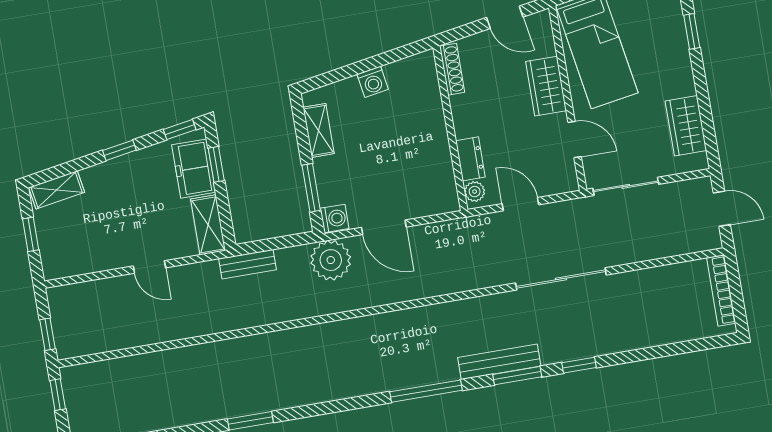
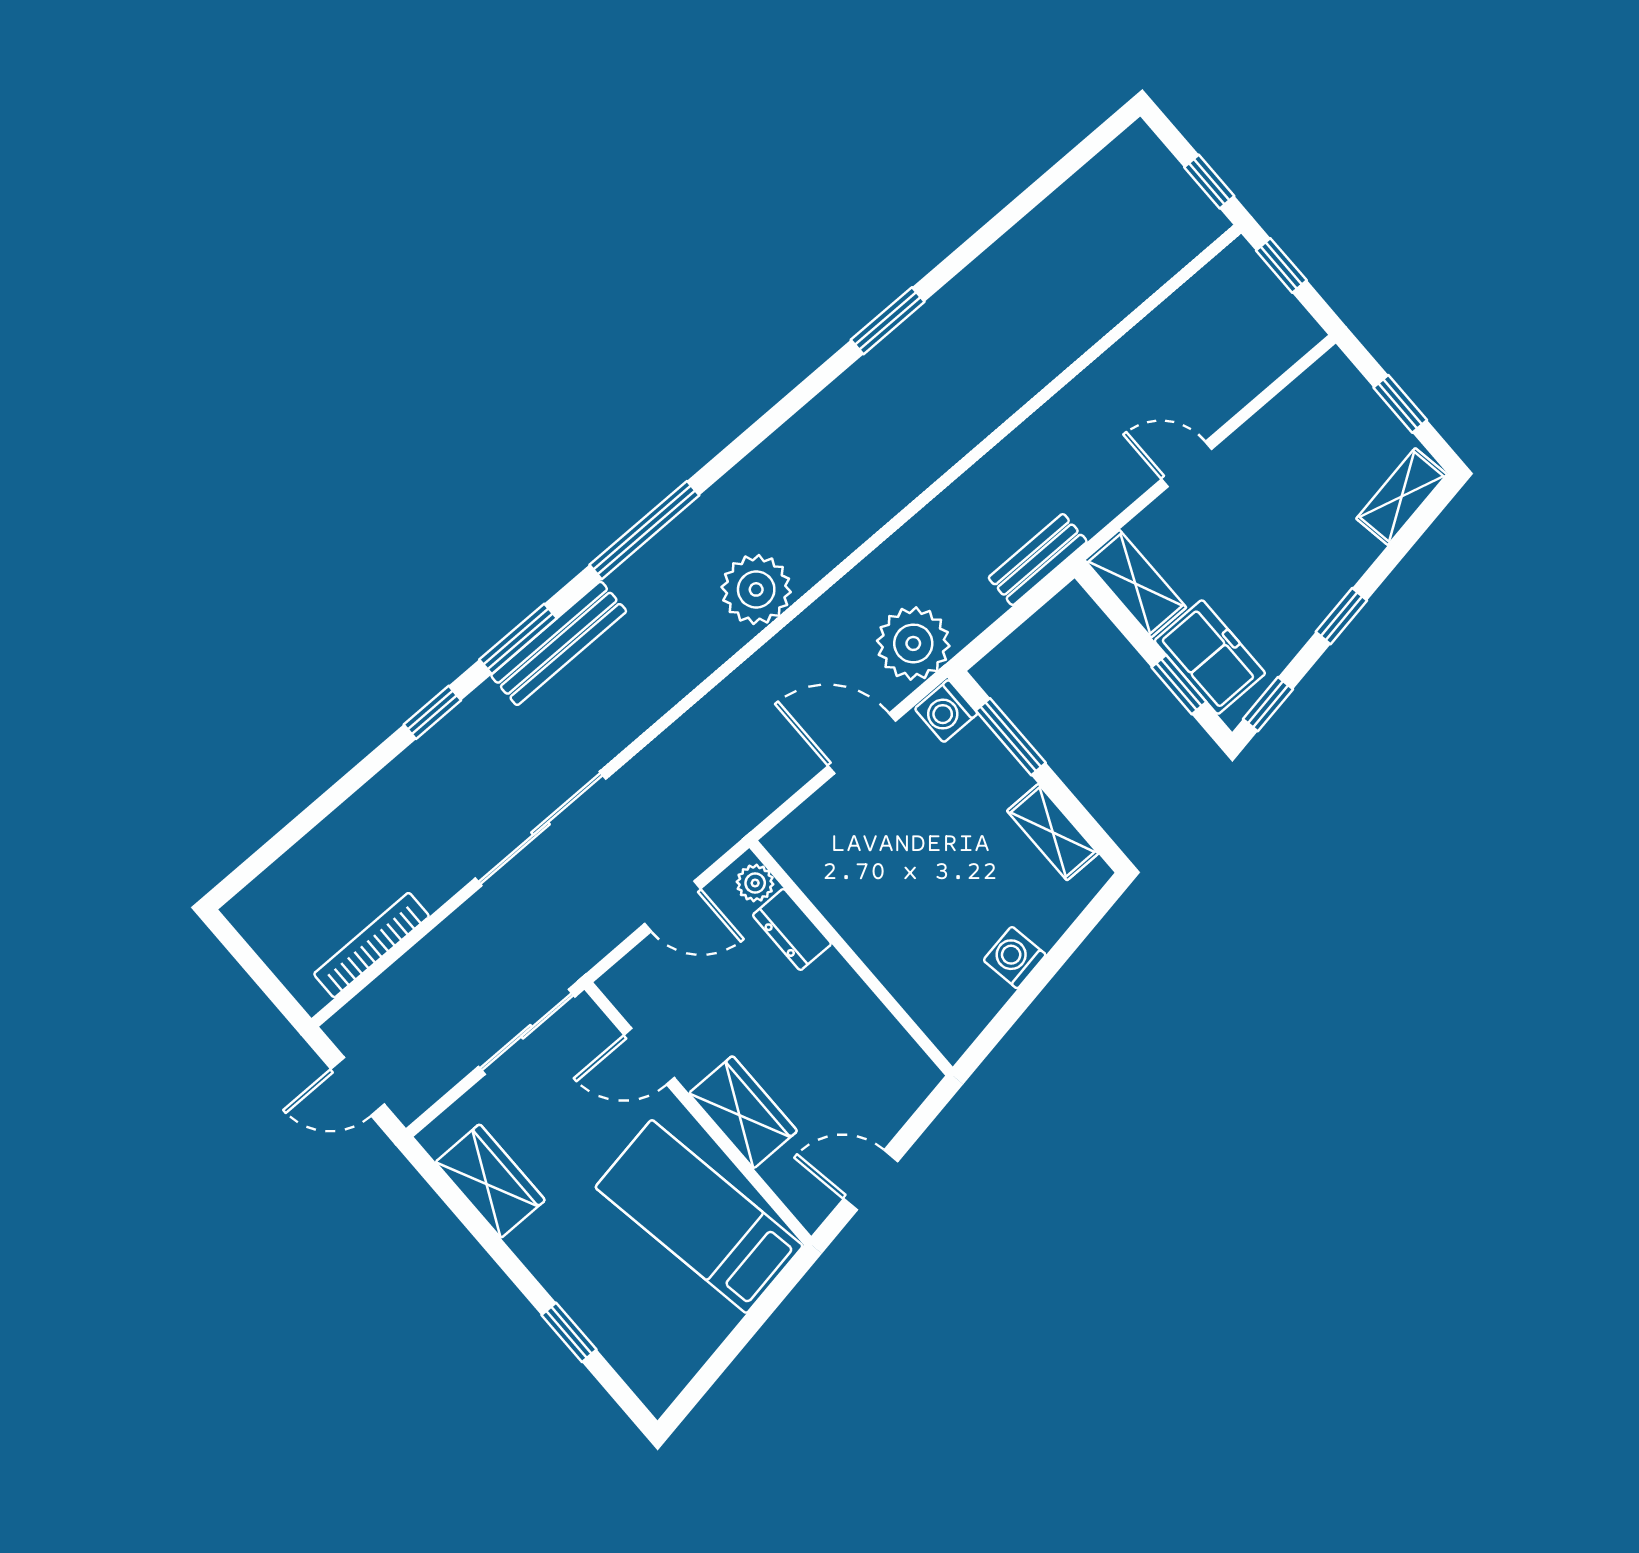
shoe rack: (452, 69) -> (904, 1051), removed
bookcase: (721, 291) -> (371, 945), moved, turned -90
plant: (390, 331) -> (756, 589), added

